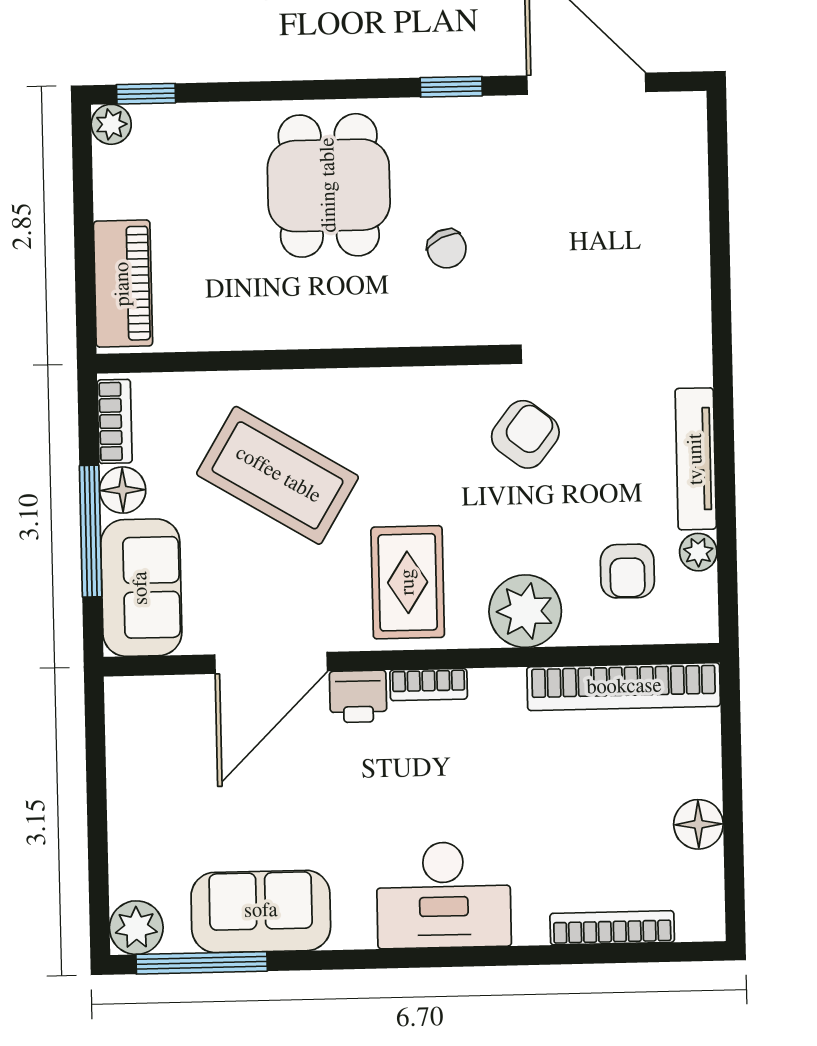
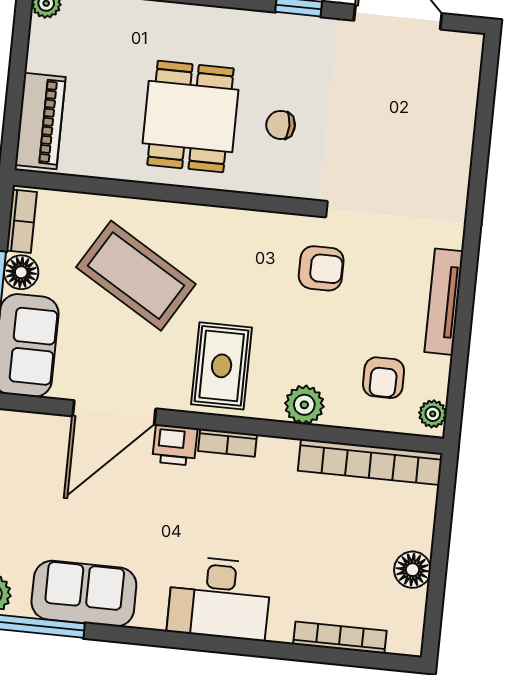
dining table: (329, 185) -> (190, 117), moved
chair: (447, 249) -> (281, 125), turned 115
armchair: (525, 434) -> (321, 268), turned 52
plant: (698, 552) -> (433, 414), moved
plant: (525, 611) -> (304, 405), width x0.73, depth x0.73

